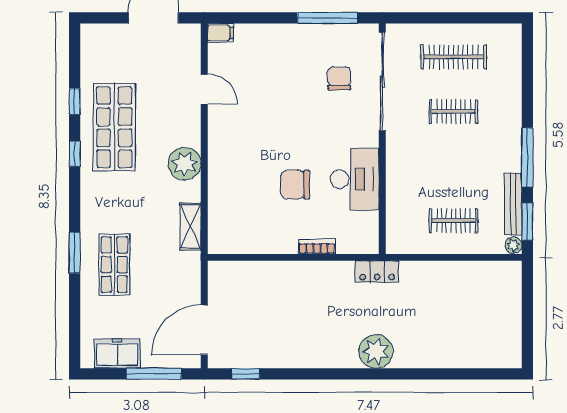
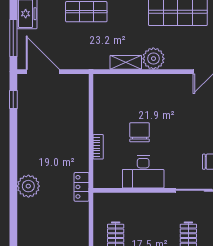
shelving: (190, 226) -> (126, 62), moved

